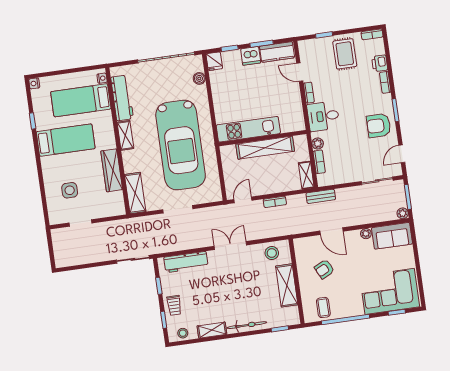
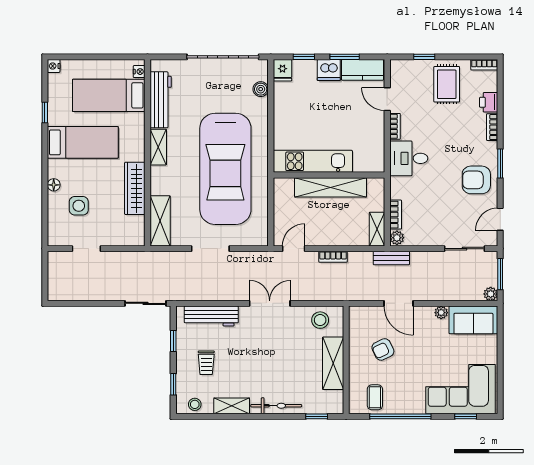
plant: (318, 144) -> (397, 238), moved
floor lamp: (48, 177) -> (54, 185), added
trolley: (174, 305) -> (206, 363), moved

